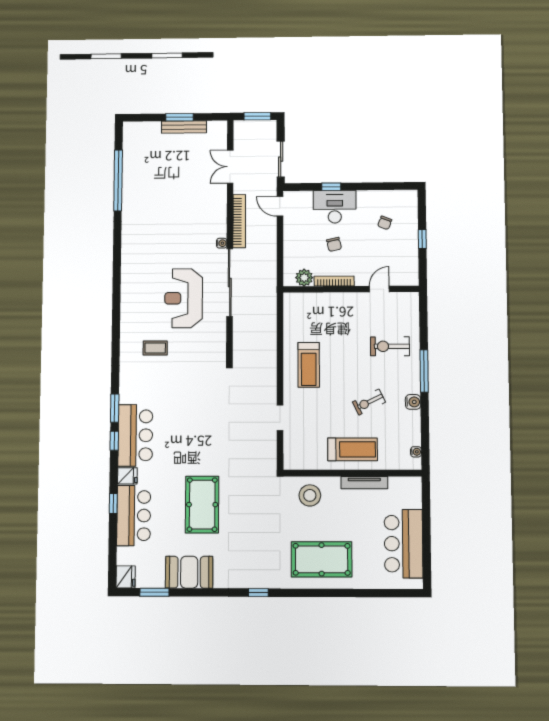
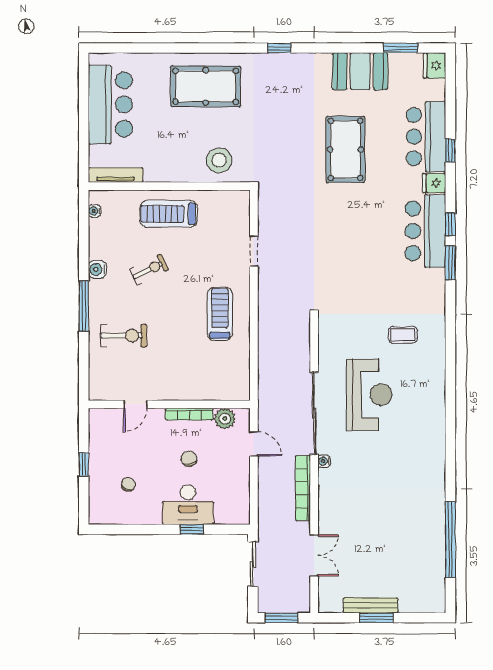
door: (280, 206) -> (254, 444), moved
tv unit: (364, 483) -> (116, 175), moved

